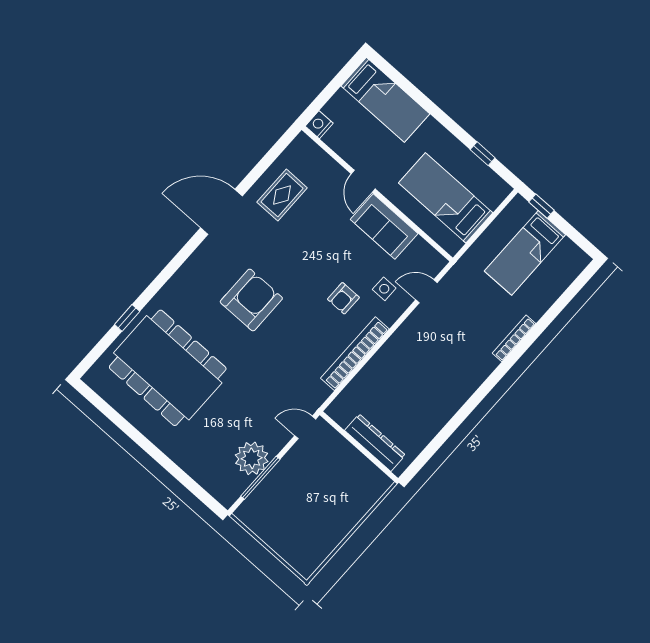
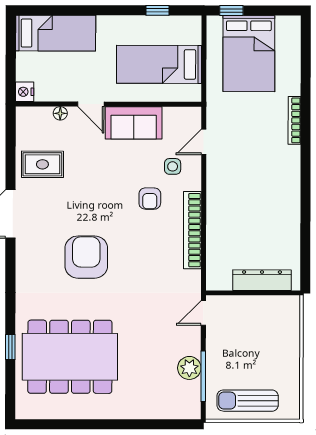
floor lamp: (332, 167) -> (60, 113), added
rug: (282, 195) -> (42, 164), turned 90
bed: (525, 253) -> (249, 54), width x1.50
plant: (252, 458) -> (189, 368), width x0.73, depth x0.73
sun lounger: (278, 529) -> (248, 401), added

